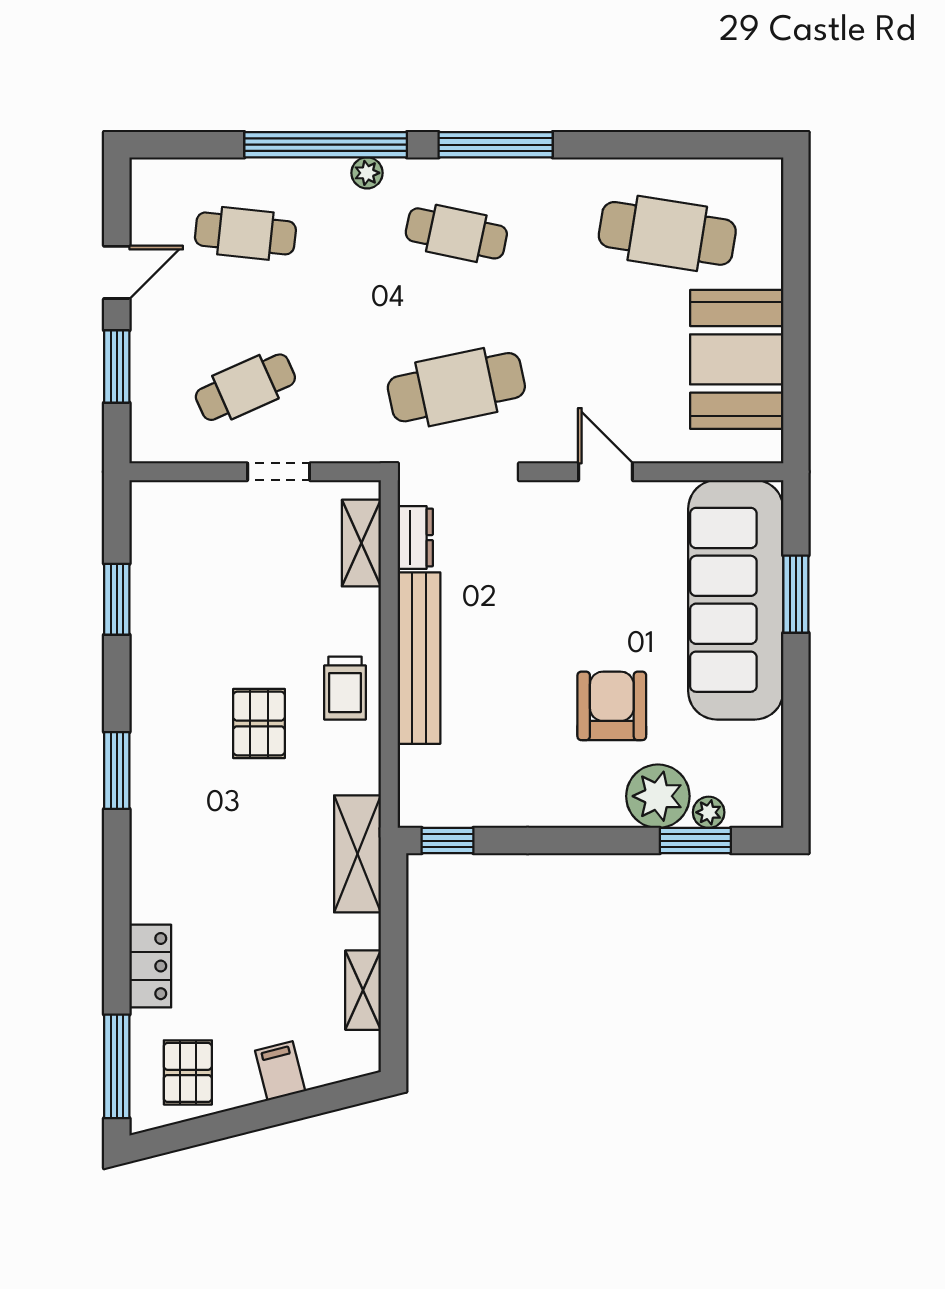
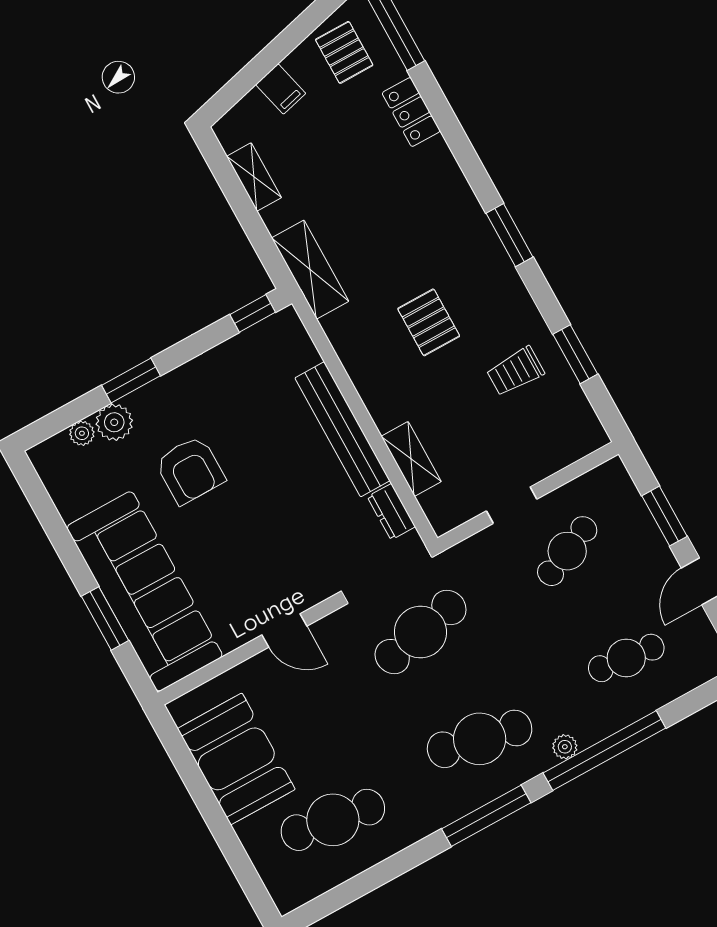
cafe table: (456, 233) -> (480, 739), width x1.37, depth x1.35
shelving: (361, 543) -> (411, 459), moved
trolley: (345, 688) -> (515, 371), moved, turned -90
plant: (658, 796) -> (114, 422), width x0.73, depth x0.73
window: (695, 841) -> (131, 381), moved

